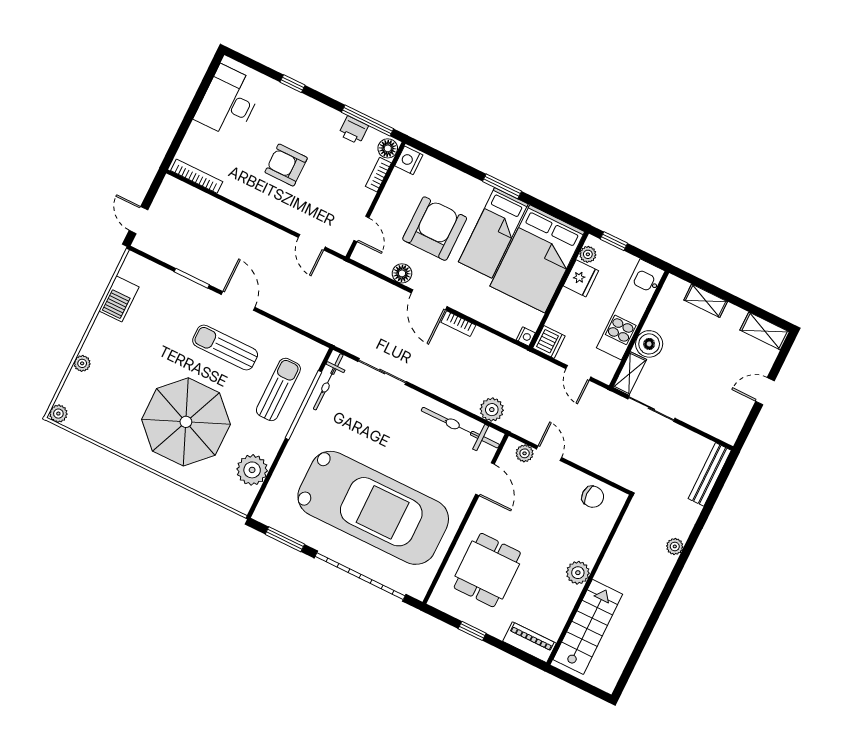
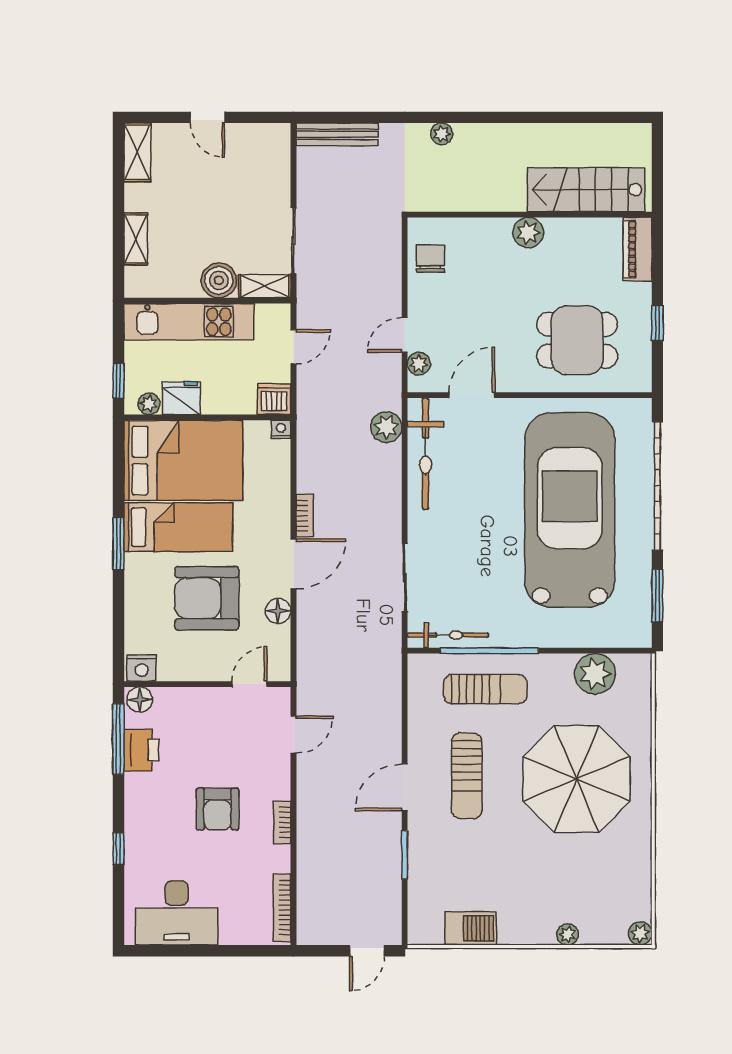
printer: (353, 130) -> (141, 750), width x1.36, depth x1.24
bookcase: (378, 175) -> (282, 823), moved, turned 90
sun lounger: (278, 389) -> (485, 689), turned 180

